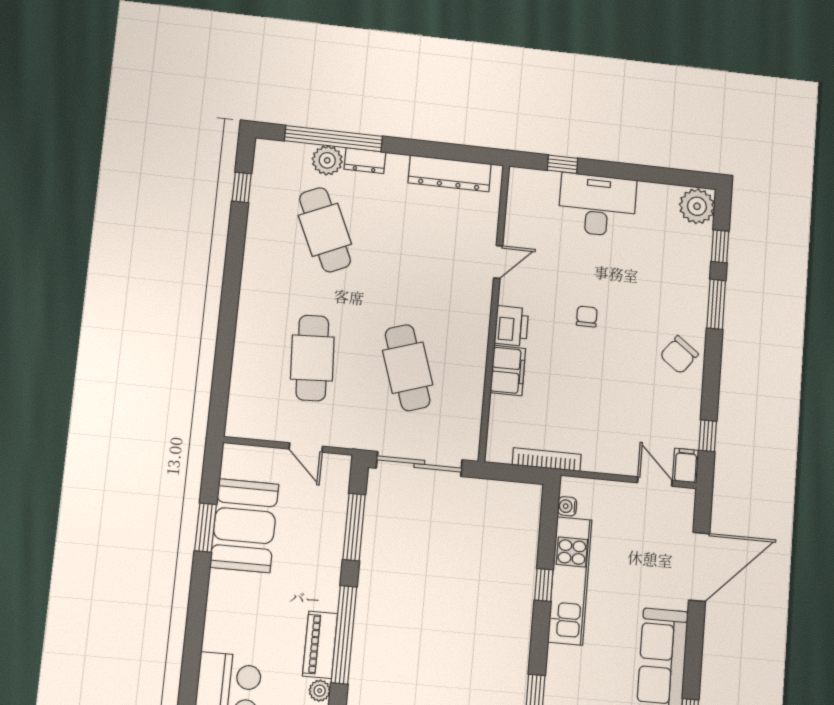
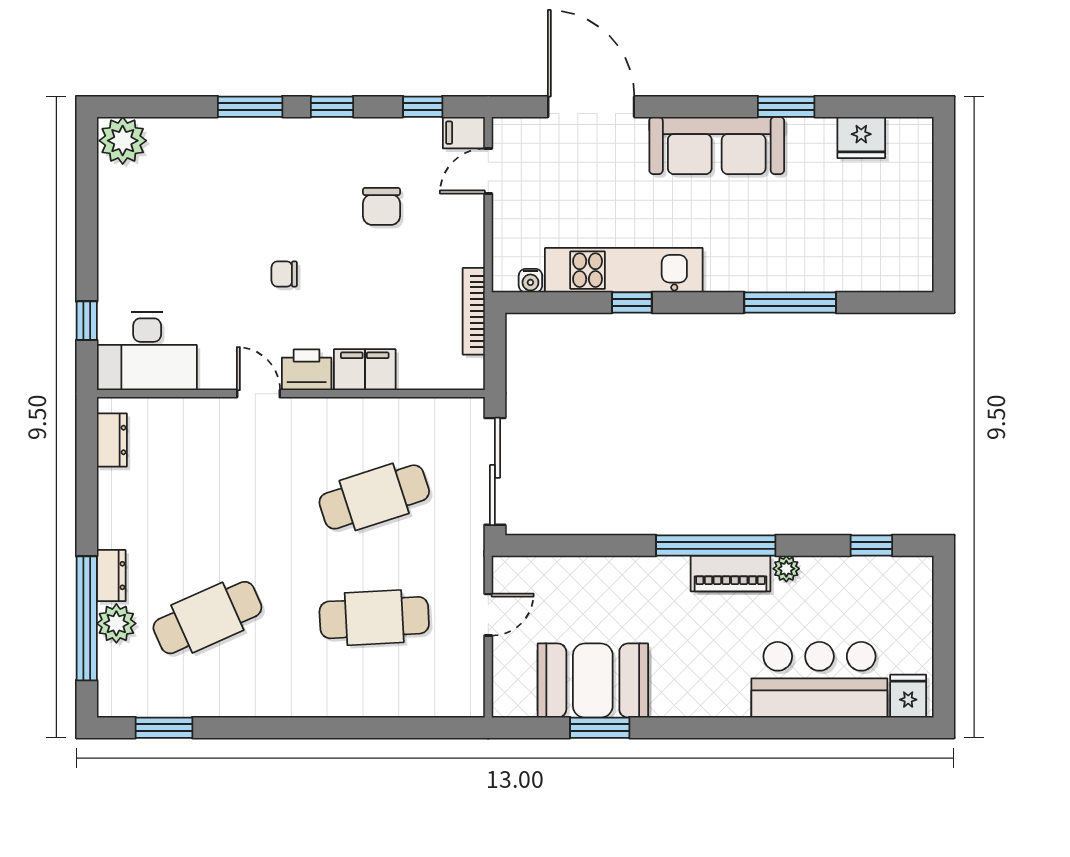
dresser: (450, 173) -> (112, 440), width x0.51, depth x0.80
window: (242, 187) -> (164, 728), width x1.50
desk: (597, 205) -> (147, 351), moved, turned -90
window: (720, 246) -> (332, 107), moved
door: (498, 262) -> (258, 394), moved
chair: (679, 355) -> (382, 206), moved, turned 53
window: (354, 527) -> (582, 545), removed

